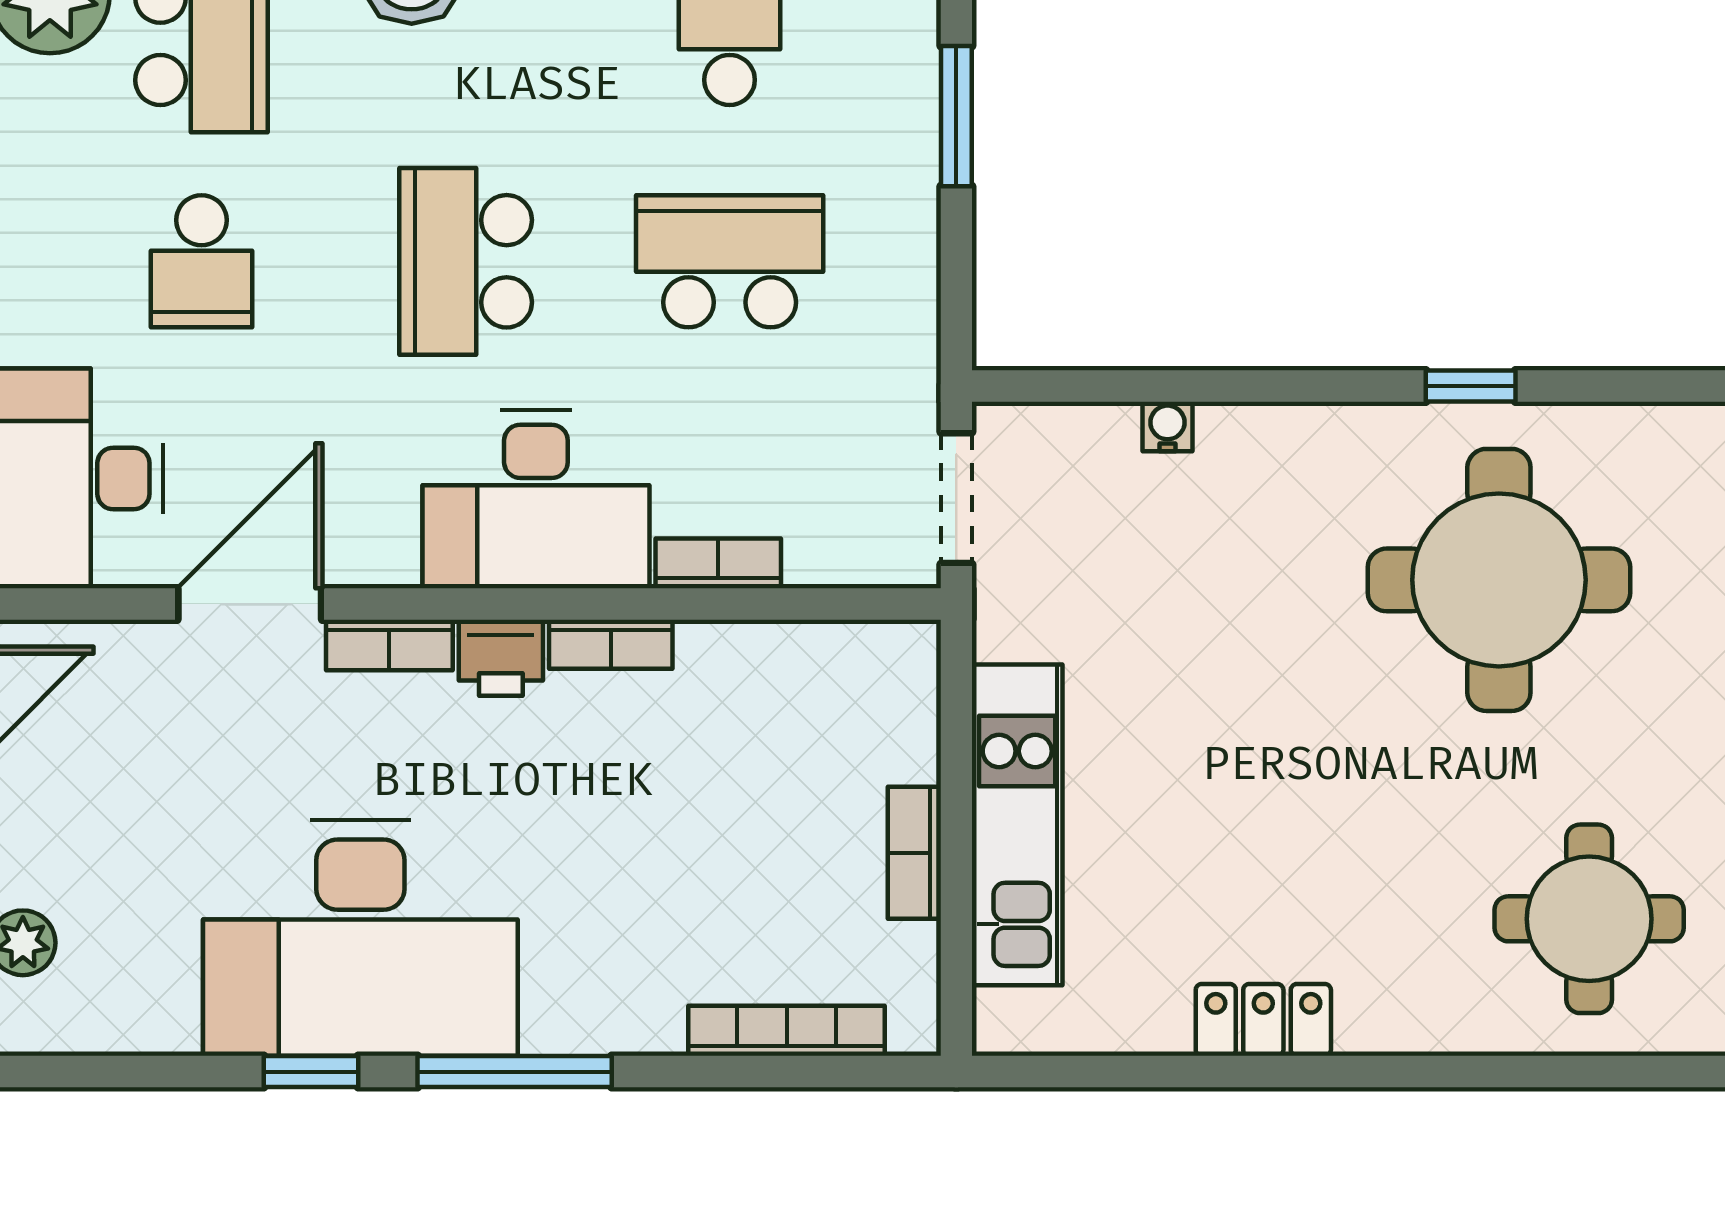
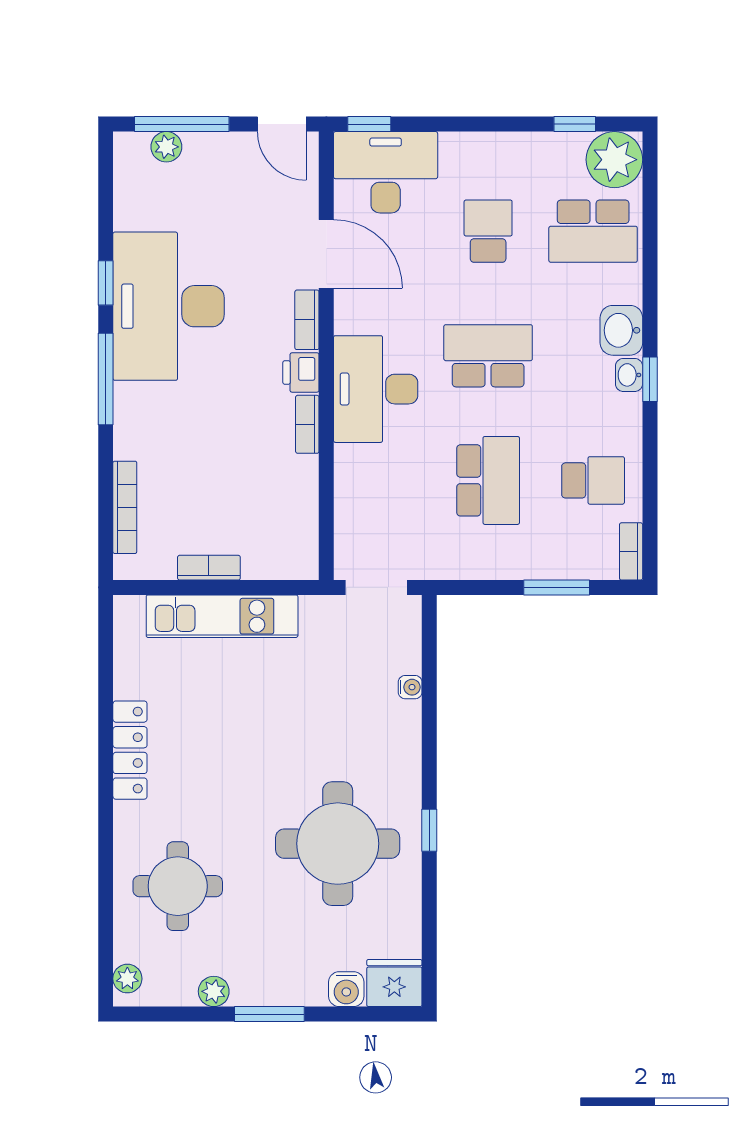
school desk: (201, 261) -> (488, 231), turned 90
bookcase: (718, 563) -> (345, 475), removed
locker: (1263, 1020) -> (130, 750), width x1.53

